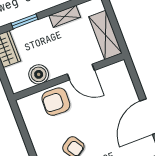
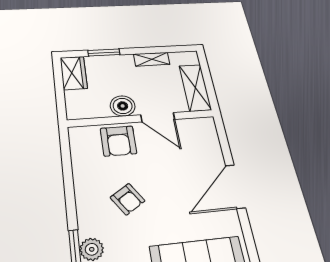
boiler: (39, 74) -> (123, 106), moved
armchair: (56, 102) -> (118, 141), turned -92

